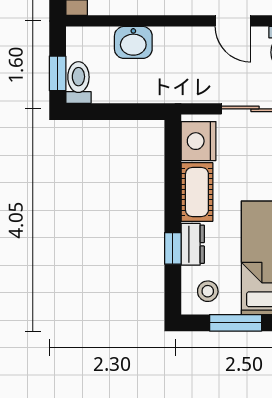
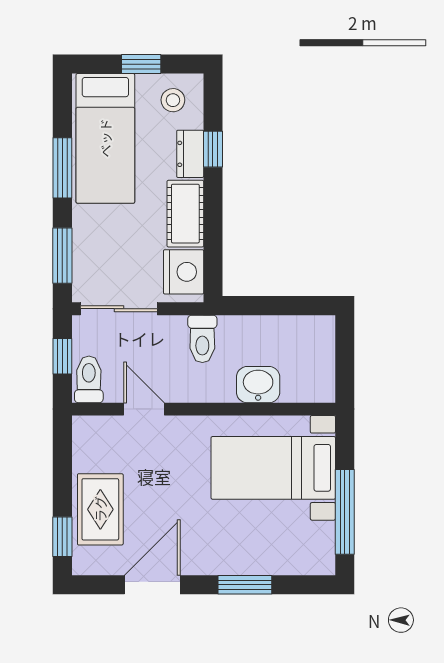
window: (58, 73) -> (345, 349), removed
toilet: (78, 82) -> (202, 339), moved
window: (236, 323) -> (141, 64), width x0.67

